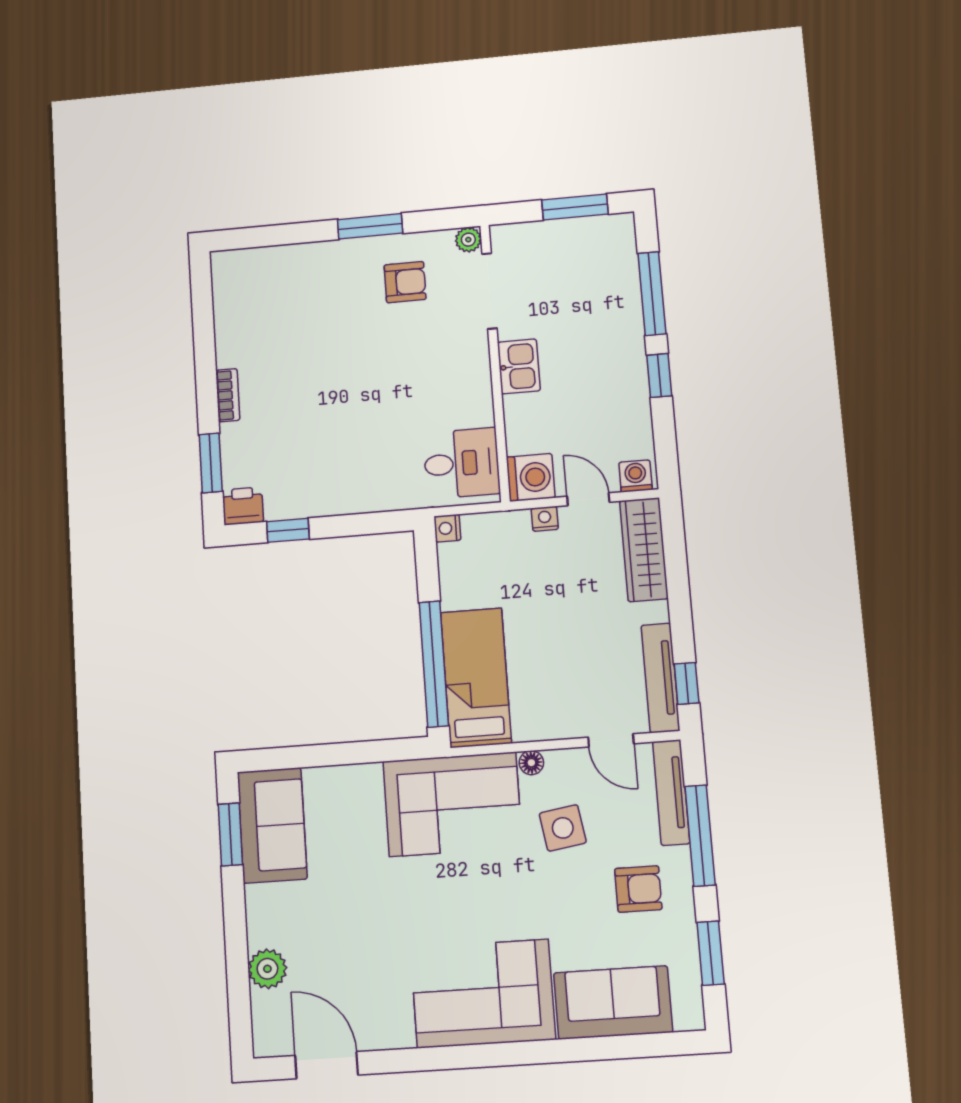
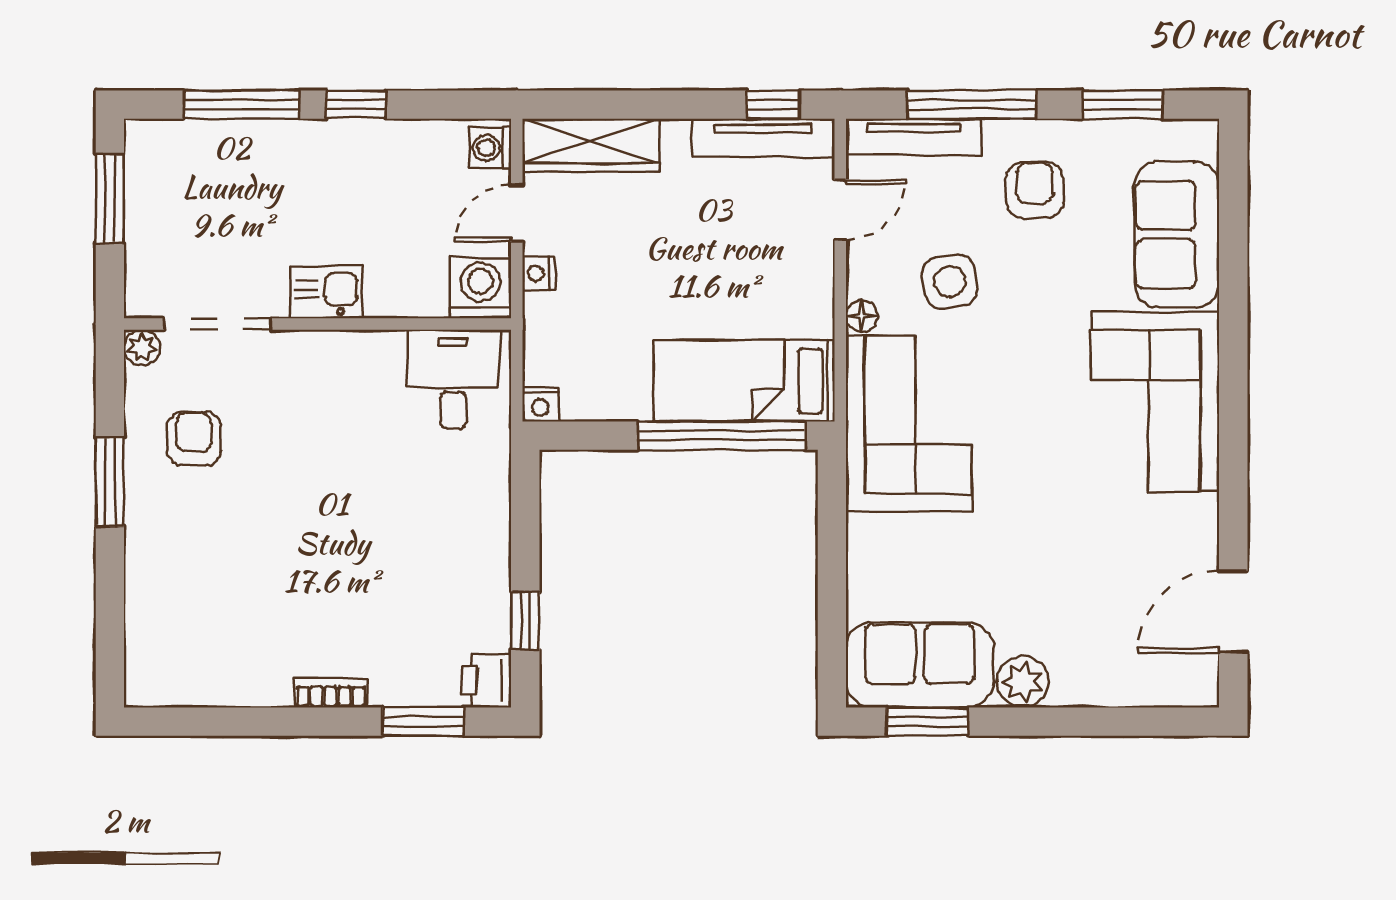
plant: (267, 969) -> (1023, 682), moved

